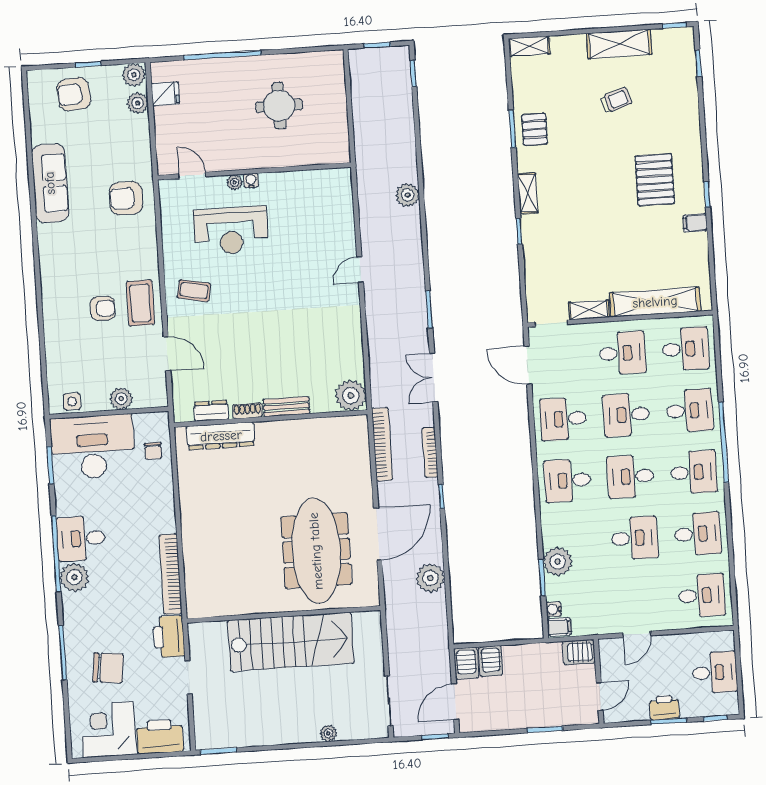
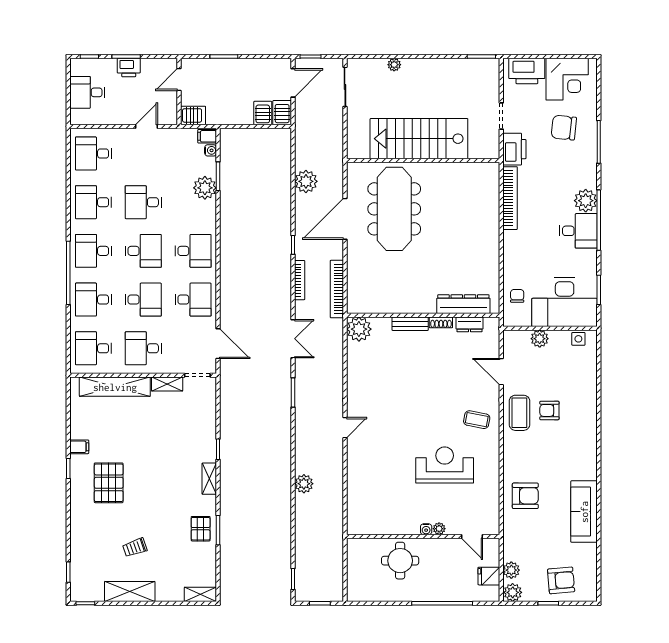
wall: (254, 171) -> (423, 536), moved
door: (192, 175) -> (472, 536), moved
water cooler: (251, 181) -> (426, 529), moved
plant: (235, 182) -> (439, 529), moved

